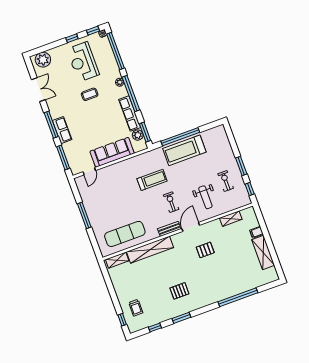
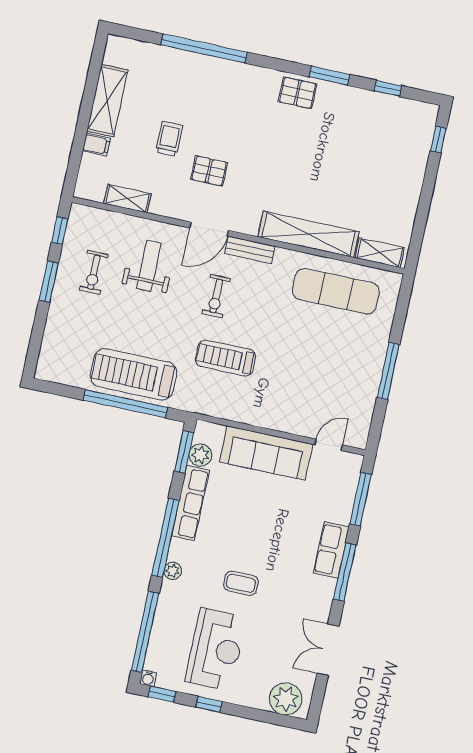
treadmill: (184, 150) -> (133, 374), turned 180
pallet: (179, 291) -> (298, 93), moved
trolley: (136, 308) -> (169, 139), moved

